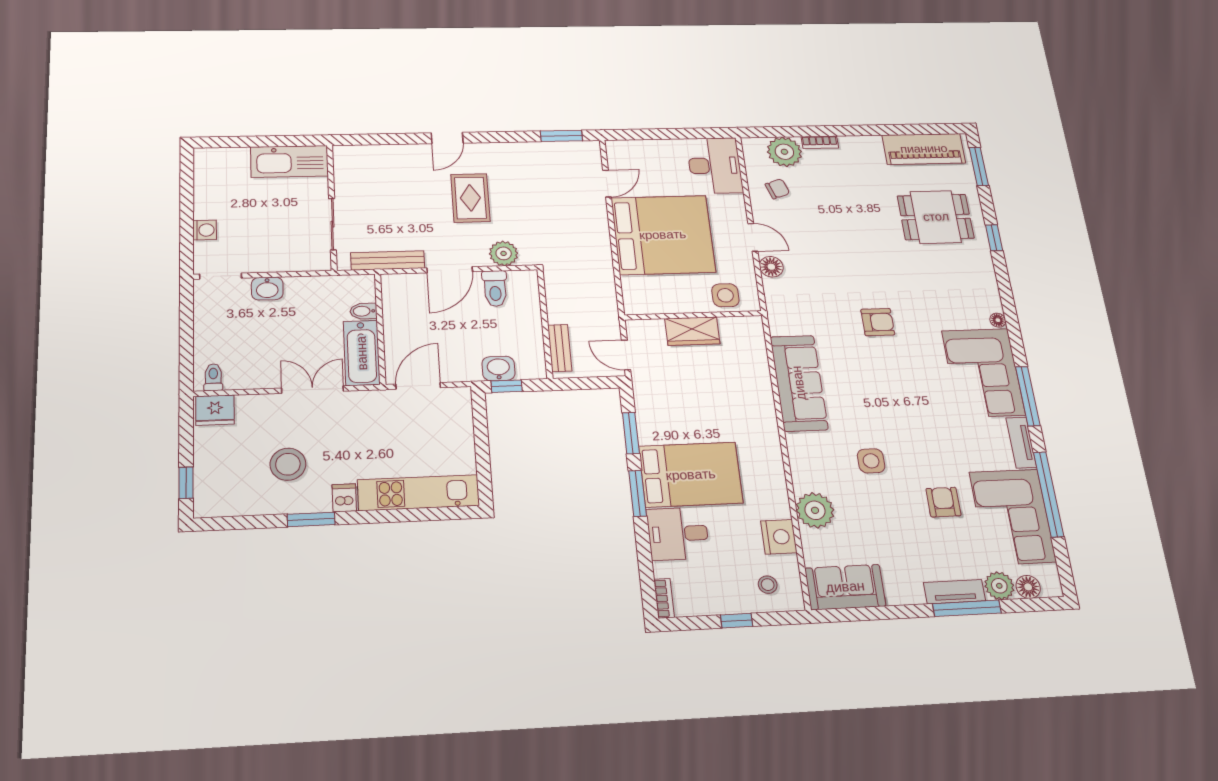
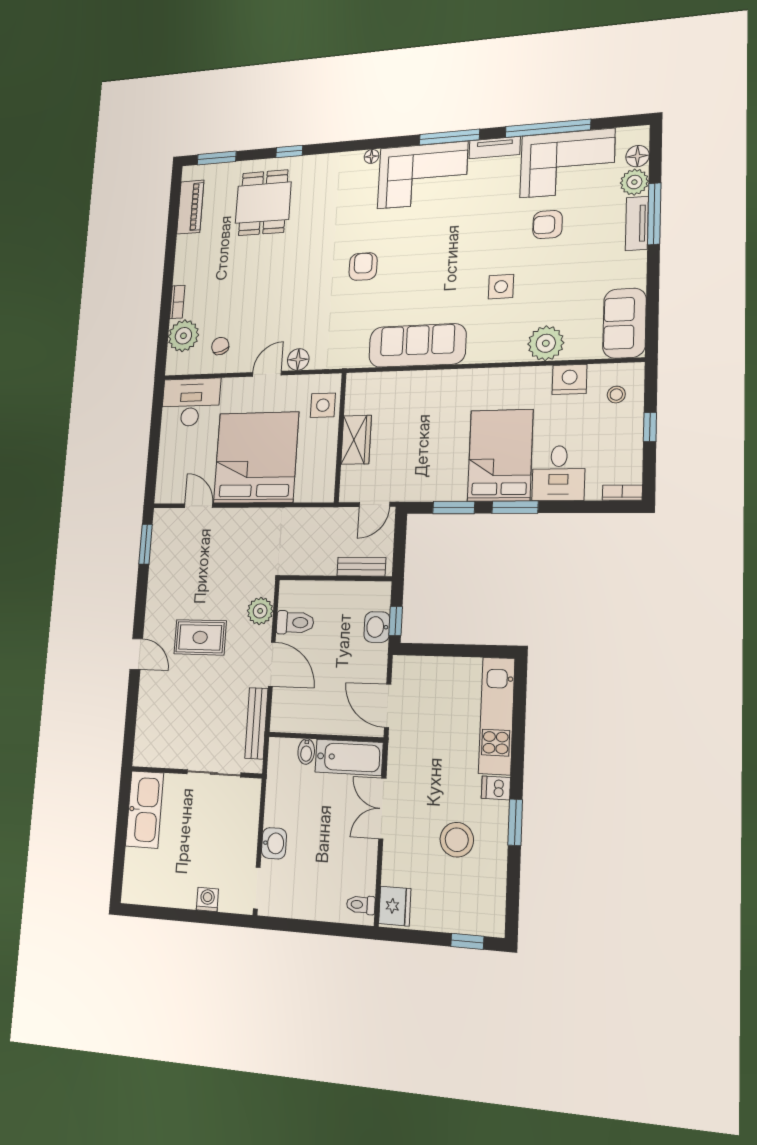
piano: (924, 149) -> (190, 207), width x0.73, depth x0.75

